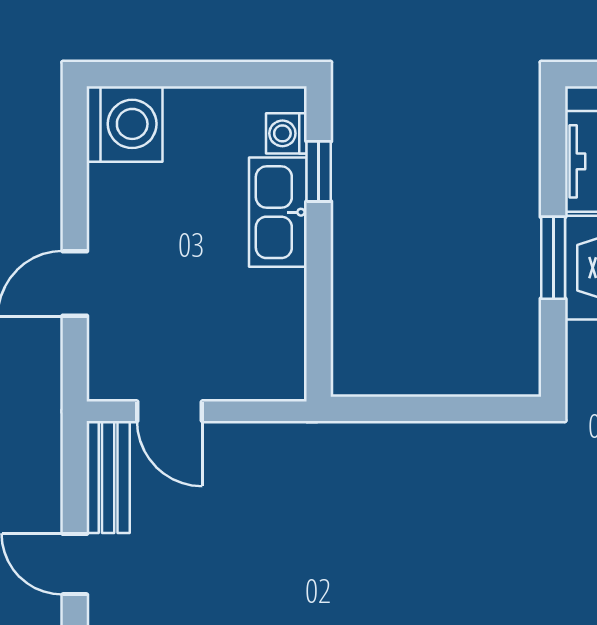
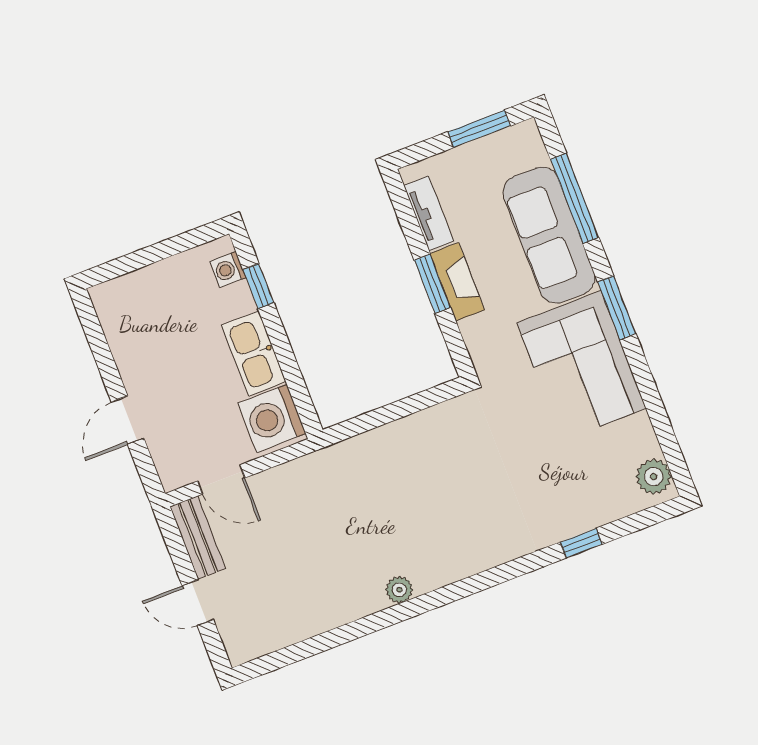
washing machine: (125, 124) -> (272, 418), moved, turned 180
kitchen sink: (278, 212) -> (254, 353), moved

